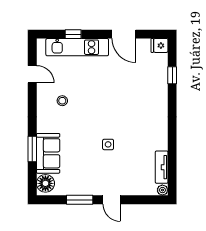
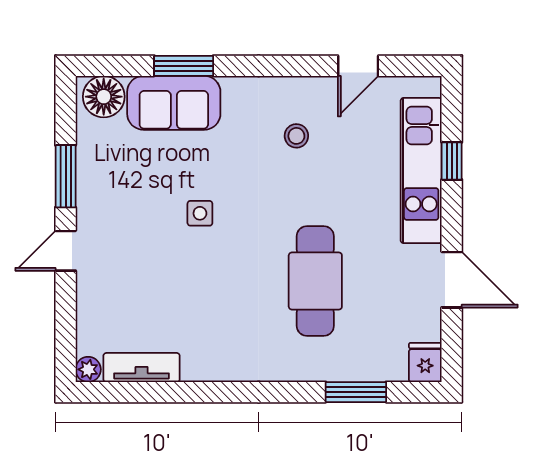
door: (124, 34) -> (452, 280), swing flipped
window: (172, 75) -> (356, 392), width x1.50
cafe table: (125, 93) -> (315, 281), added
side table: (108, 144) -> (200, 213), moved

